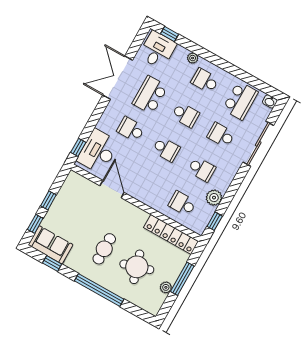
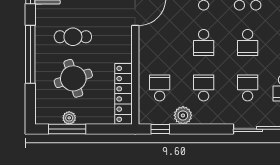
school desk: (202, 169) -> (204, 88), turned 180
window: (182, 279) -> (67, 129), moved

